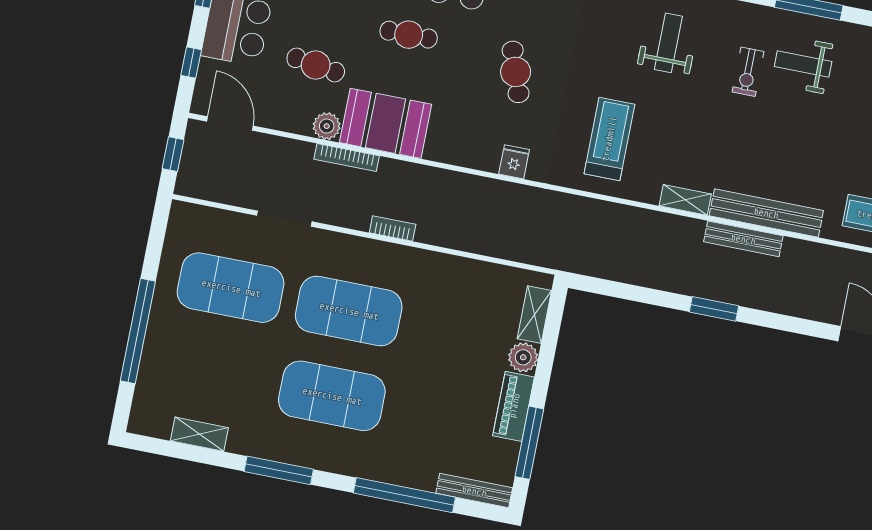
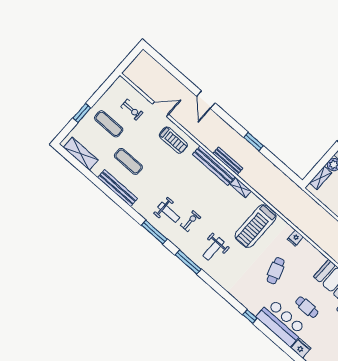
treadmill: (609, 139) -> (256, 226), width x1.37, depth x1.38

